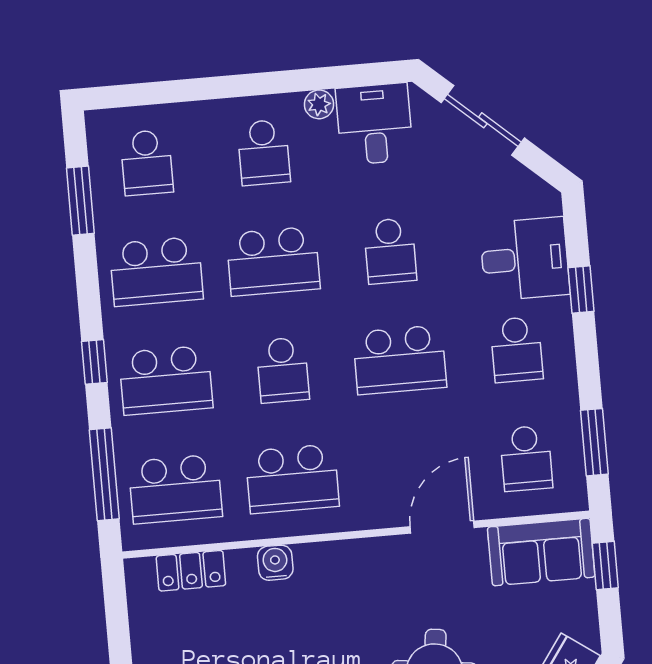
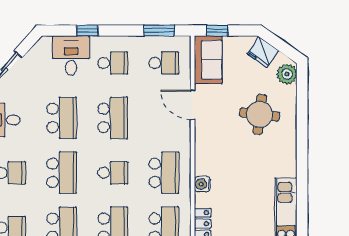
school desk: (390, 251) -> (62, 118), width x1.85

